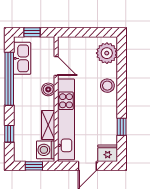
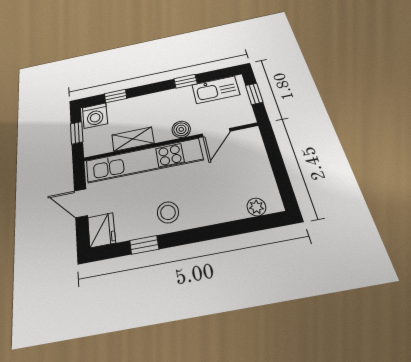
plant: (107, 53) -> (256, 207), width x0.53, depth x0.53
window: (9, 79) -> (186, 81), width x0.32
stool: (107, 86) -> (168, 212), moved
washing machine: (46, 150) -> (95, 116), moved, turned 180

